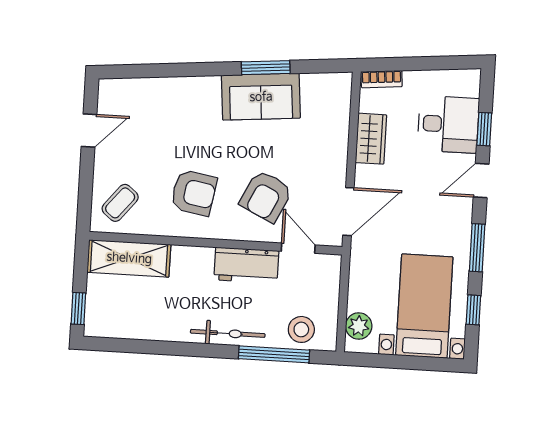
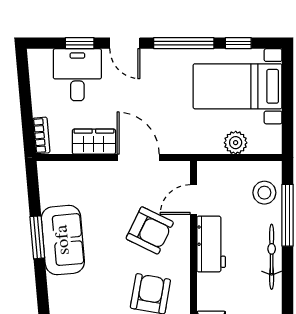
door: (348, 212) -> (138, 158), moved
window: (477, 248) -> (184, 43), width x1.44
plant: (359, 326) -> (236, 143), moved

